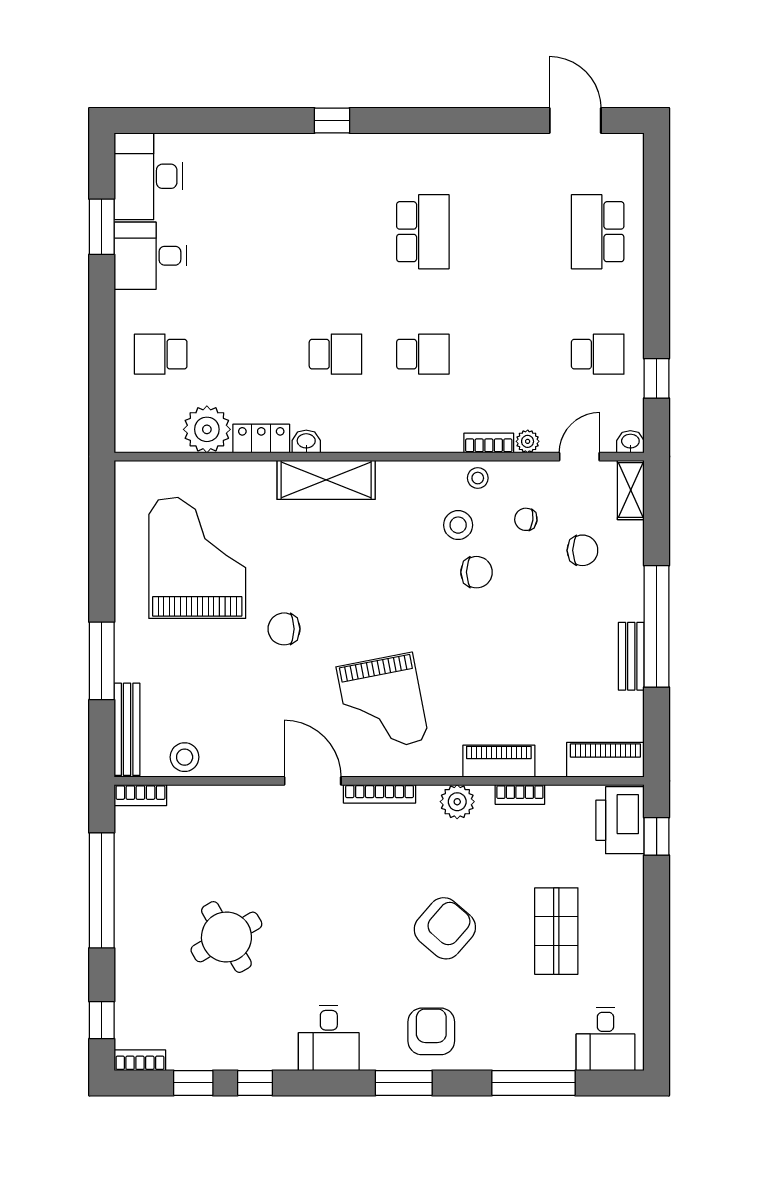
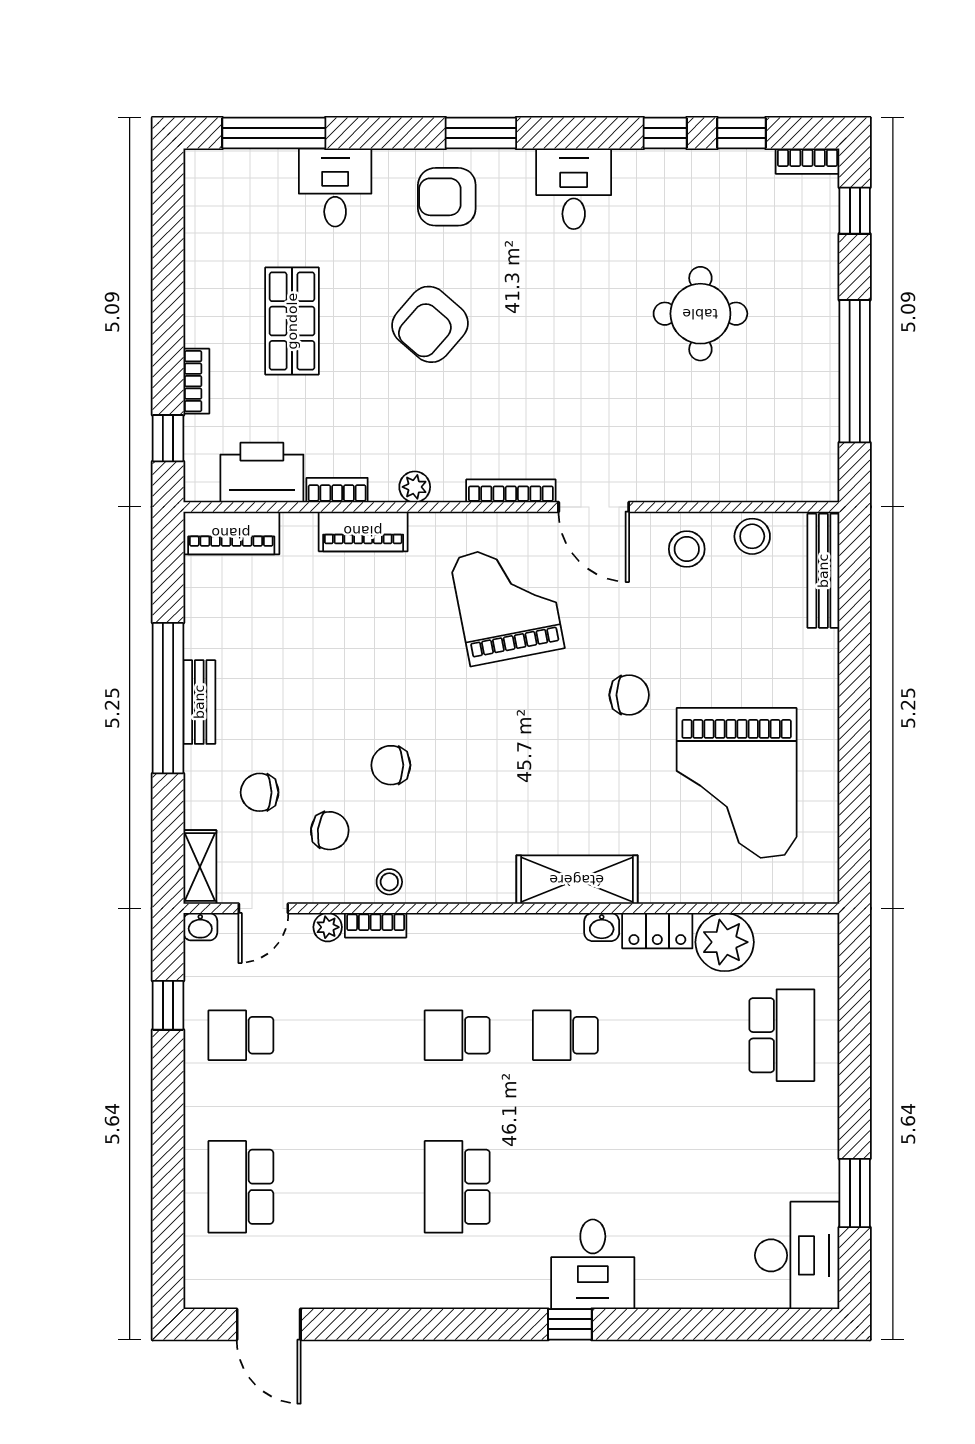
school desk: (598, 232) -> (241, 1187), turned 180
desk: (150, 256) -> (593, 1264), moved, turned 90
school desk: (161, 354) -> (782, 1035), width x1.85
chair: (526, 519) -> (330, 831), width x1.37, depth x1.37
stool: (458, 525) -> (687, 549), moved
bench: (631, 656) -> (199, 702), moved
window: (102, 661) -> (855, 655), removed
bookcase: (140, 795) -> (196, 381), moved, turned 90
plant: (457, 802) -> (415, 487), width x0.73, depth x0.73
printer: (620, 820) -> (262, 472), moved, turned -90
round table: (226, 937) -> (700, 314), turned 30
armchair: (431, 1031) -> (447, 197), turned 90
desk: (605, 1039) -> (335, 187), moved
window: (533, 1083) -> (274, 133), moved

